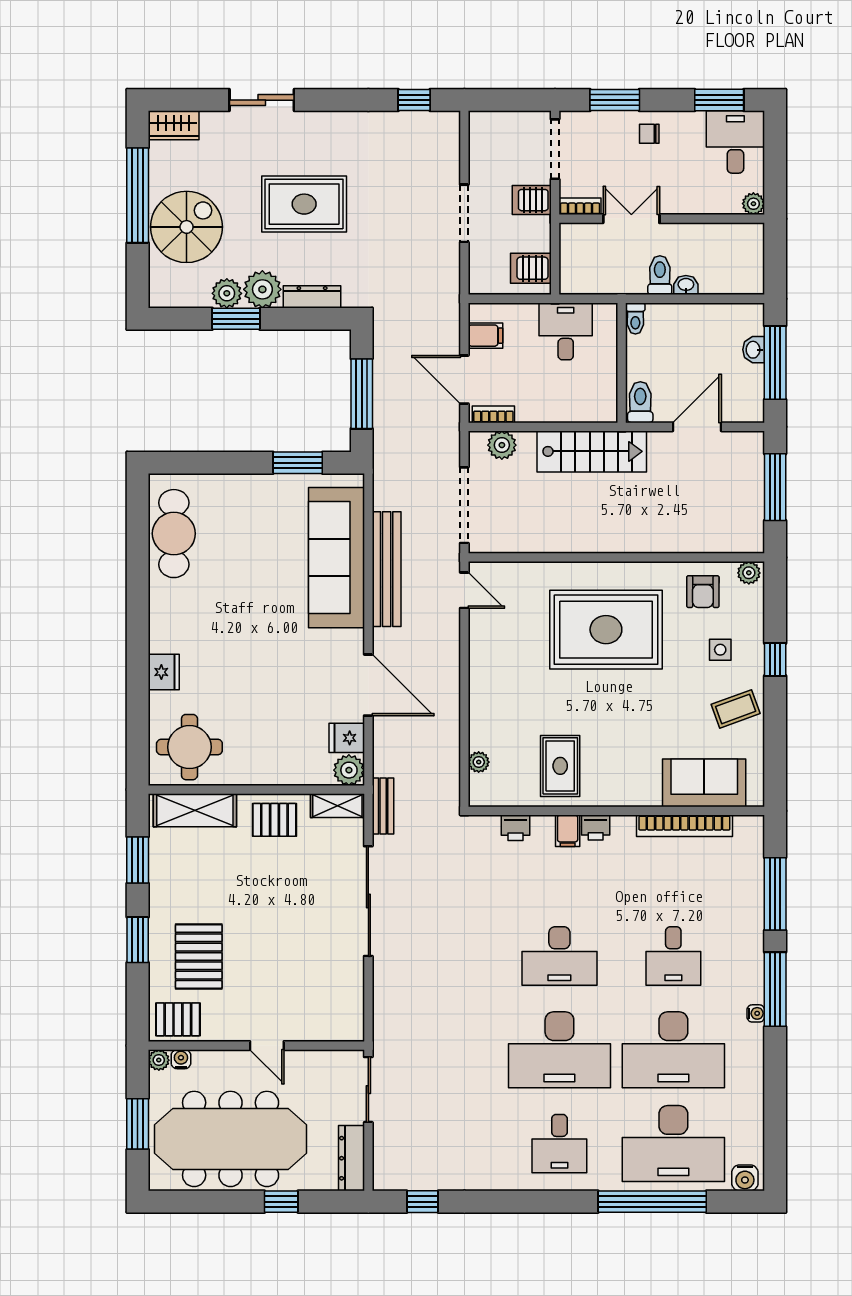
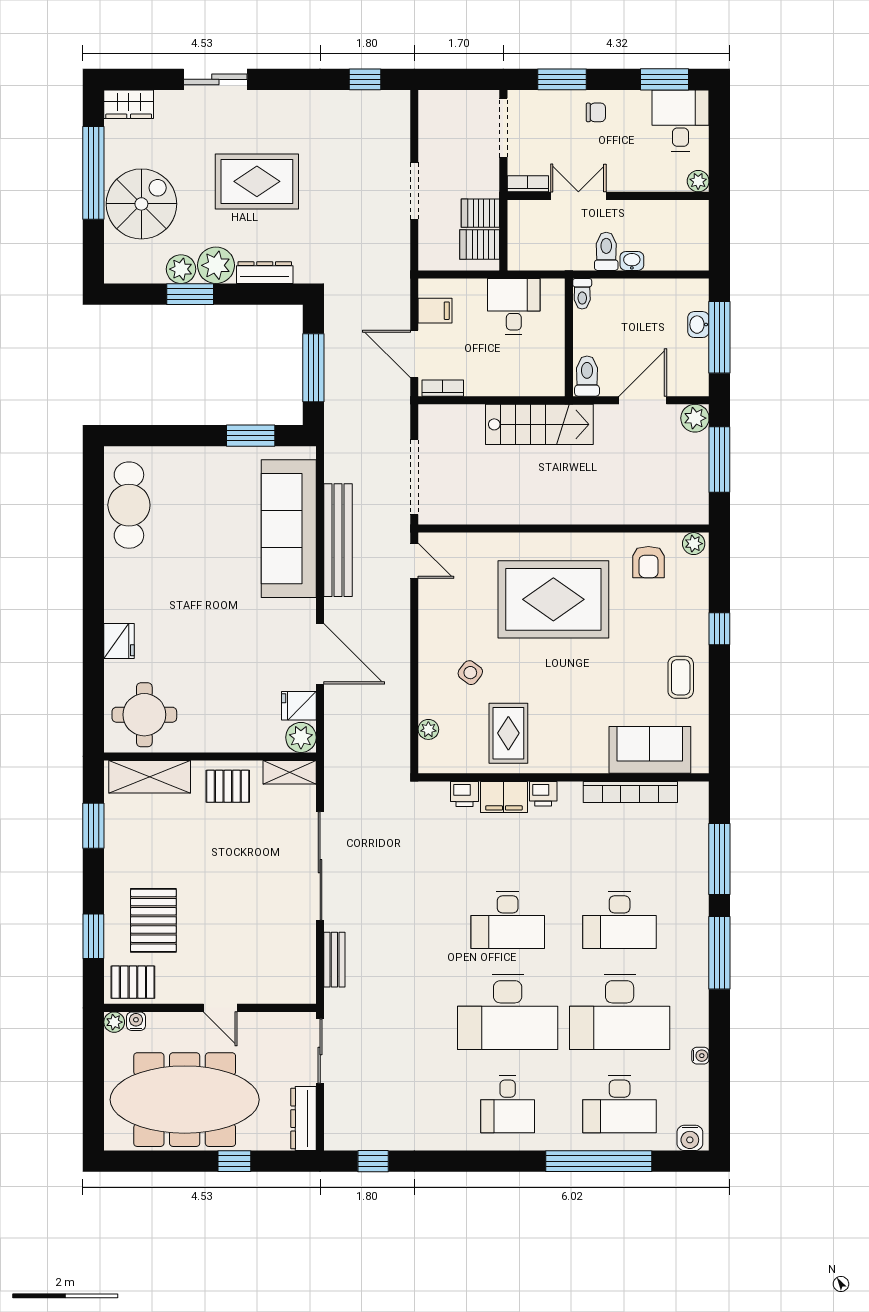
chair: (649, 134) -> (596, 112), turned 180
server rack: (532, 200) -> (480, 213), moved
plant: (502, 445) -> (695, 418), moved
side table: (720, 650) -> (470, 673), moved, turned 37
coffee table: (736, 709) -> (681, 677), turned -70
bench: (383, 806) -> (334, 960), moved
filing cabinet: (568, 831) -> (504, 797), width x2.00
window: (138, 940) -> (93, 936), moved
desk: (673, 956) -> (620, 920), width x1.37
water cooler: (756, 1013) -> (700, 1056), moved
window: (138, 1124) -> (93, 1085), removed
desk: (673, 1144) -> (620, 1104), width x0.73, depth x0.77

